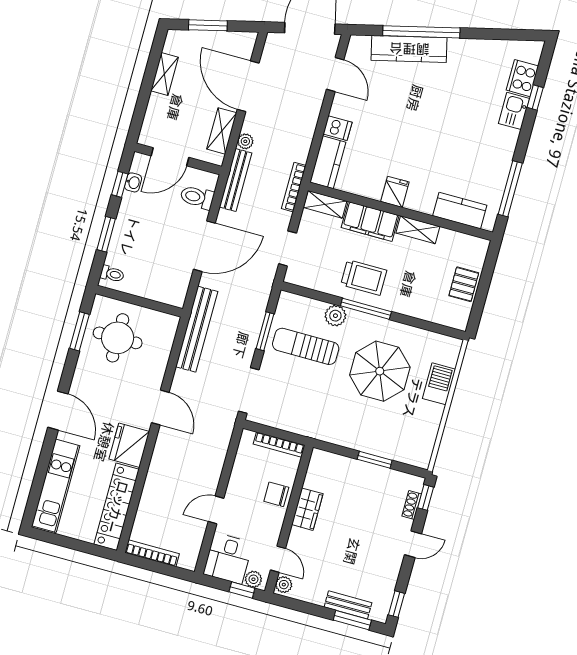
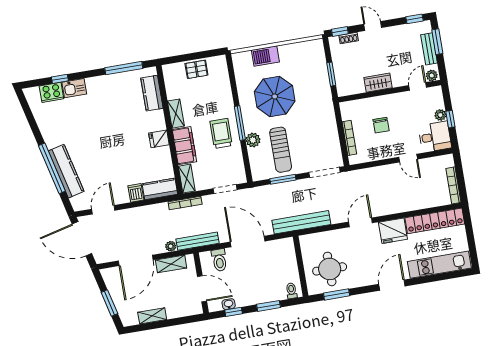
wardrobe: (307, 509) -> (378, 83), moved
wall: (289, 519) -> (390, 91), moved
door: (278, 559) -> (418, 86), moved
plant: (284, 585) -> (432, 75), moved

